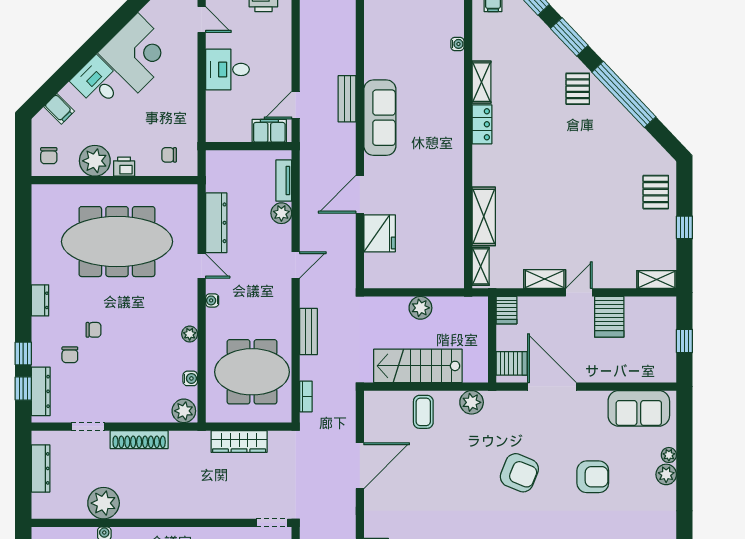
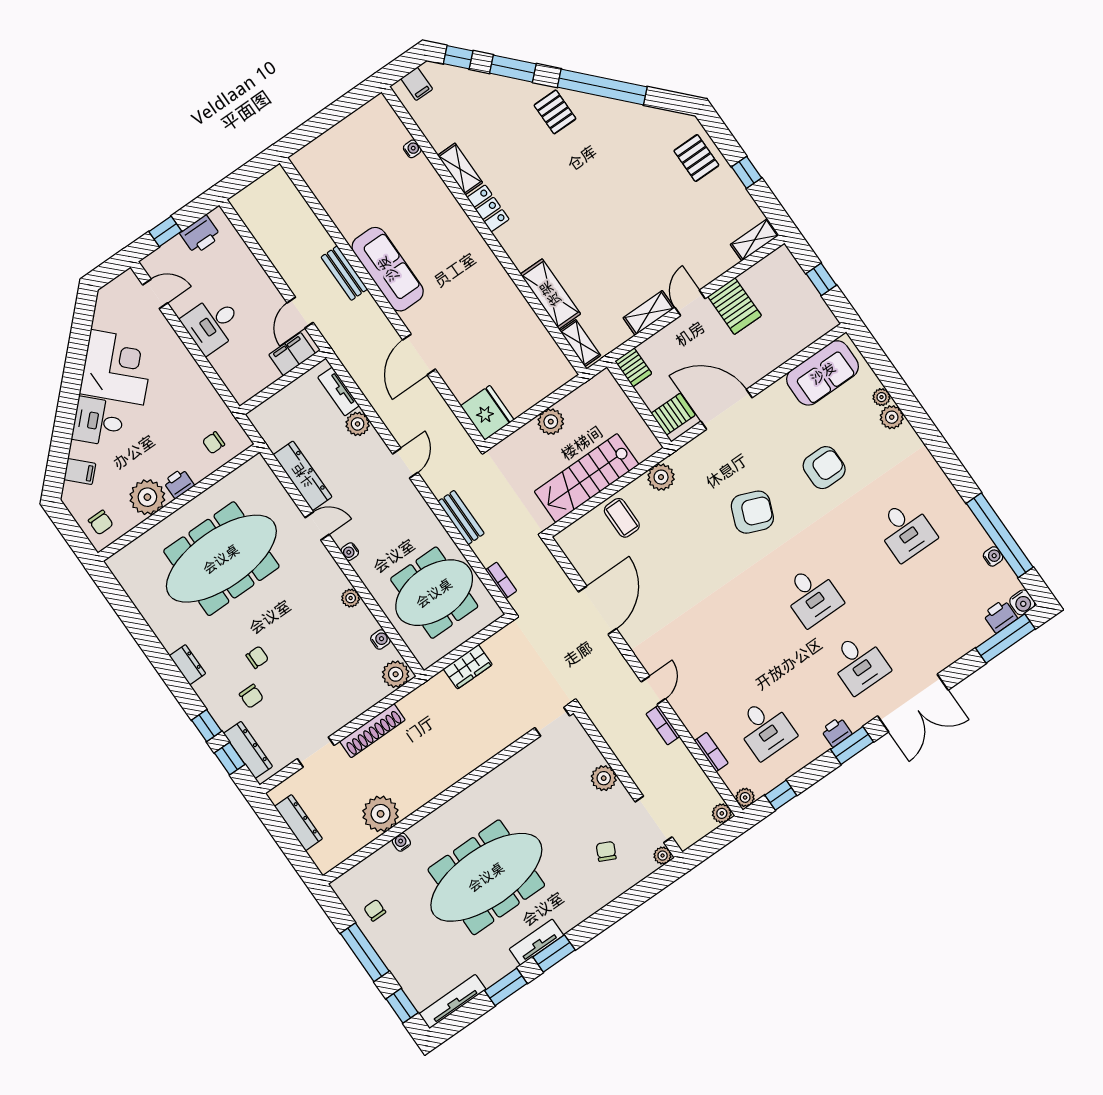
fridge: (380, 233) -> (487, 413), moved
wardrobe: (239, 441) -> (468, 667), width x0.67

